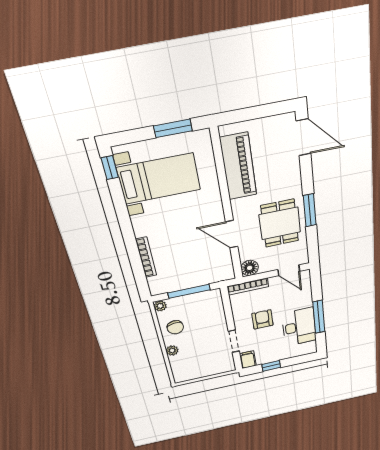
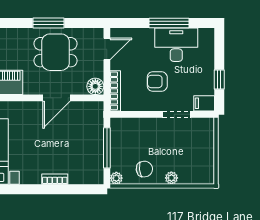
bookcase: (146, 257) -> (55, 179), width x0.64

